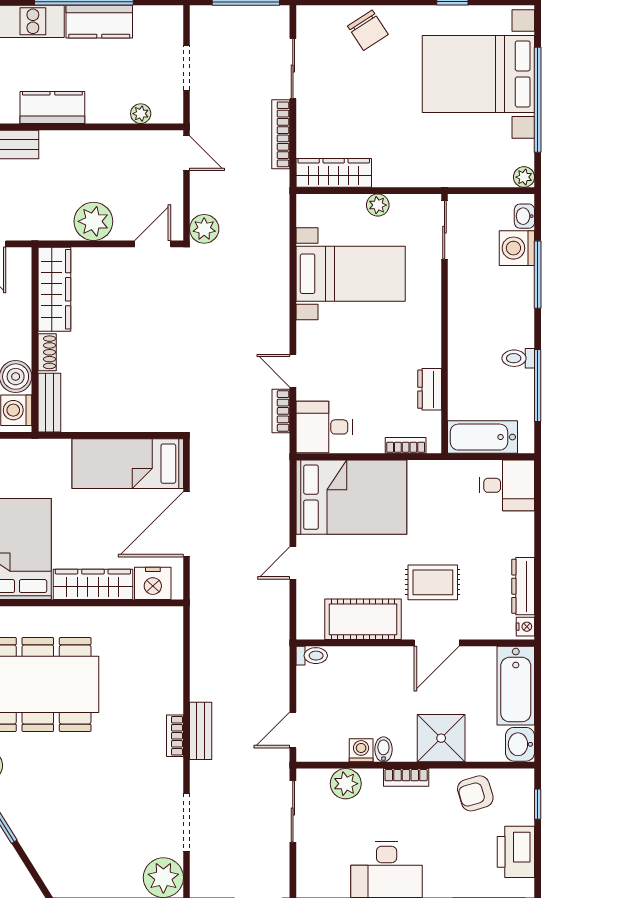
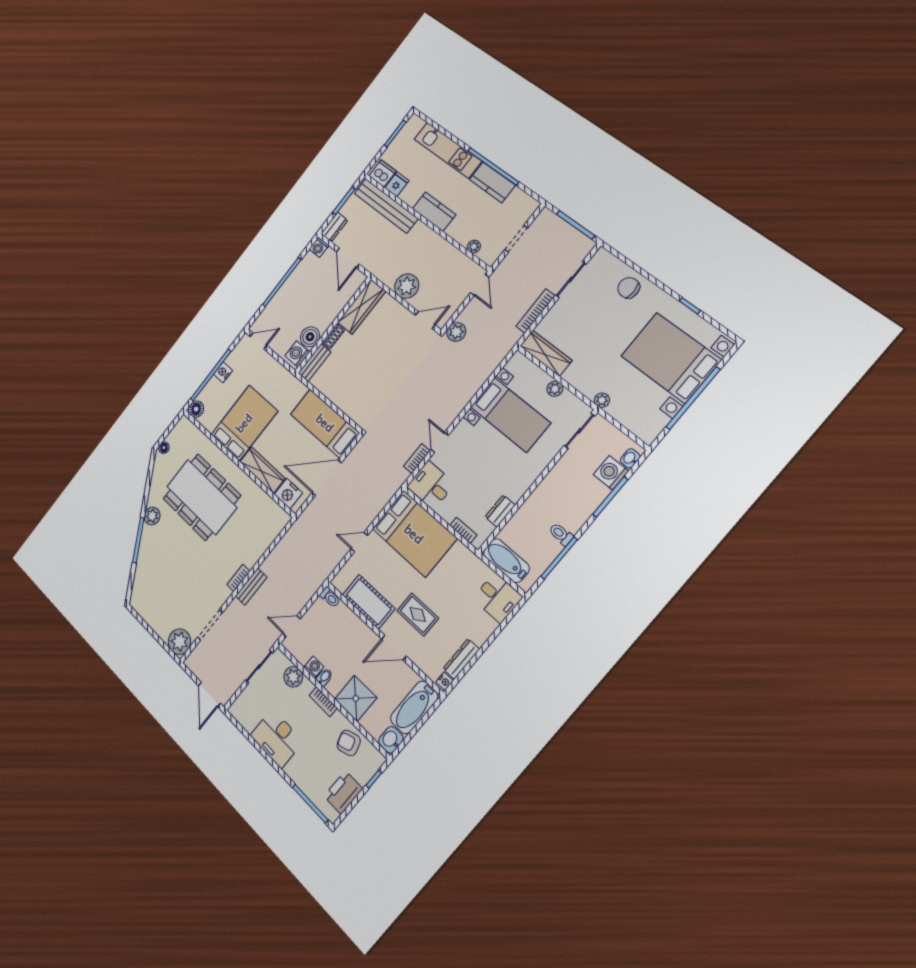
chair: (368, 30) -> (629, 288), turned 123
plant: (524, 177) -> (602, 400), moved

